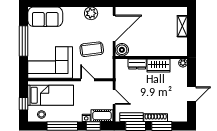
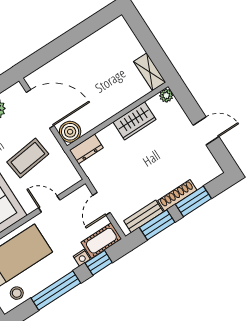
shelving: (182, 26) -> (150, 72), moved
door: (114, 28) -> (40, 109), hinge flipped
dresser: (137, 64) -> (86, 149), moved
door: (191, 94) -> (206, 131), hinge flipped
door: (114, 97) -> (102, 204), swing flipped

